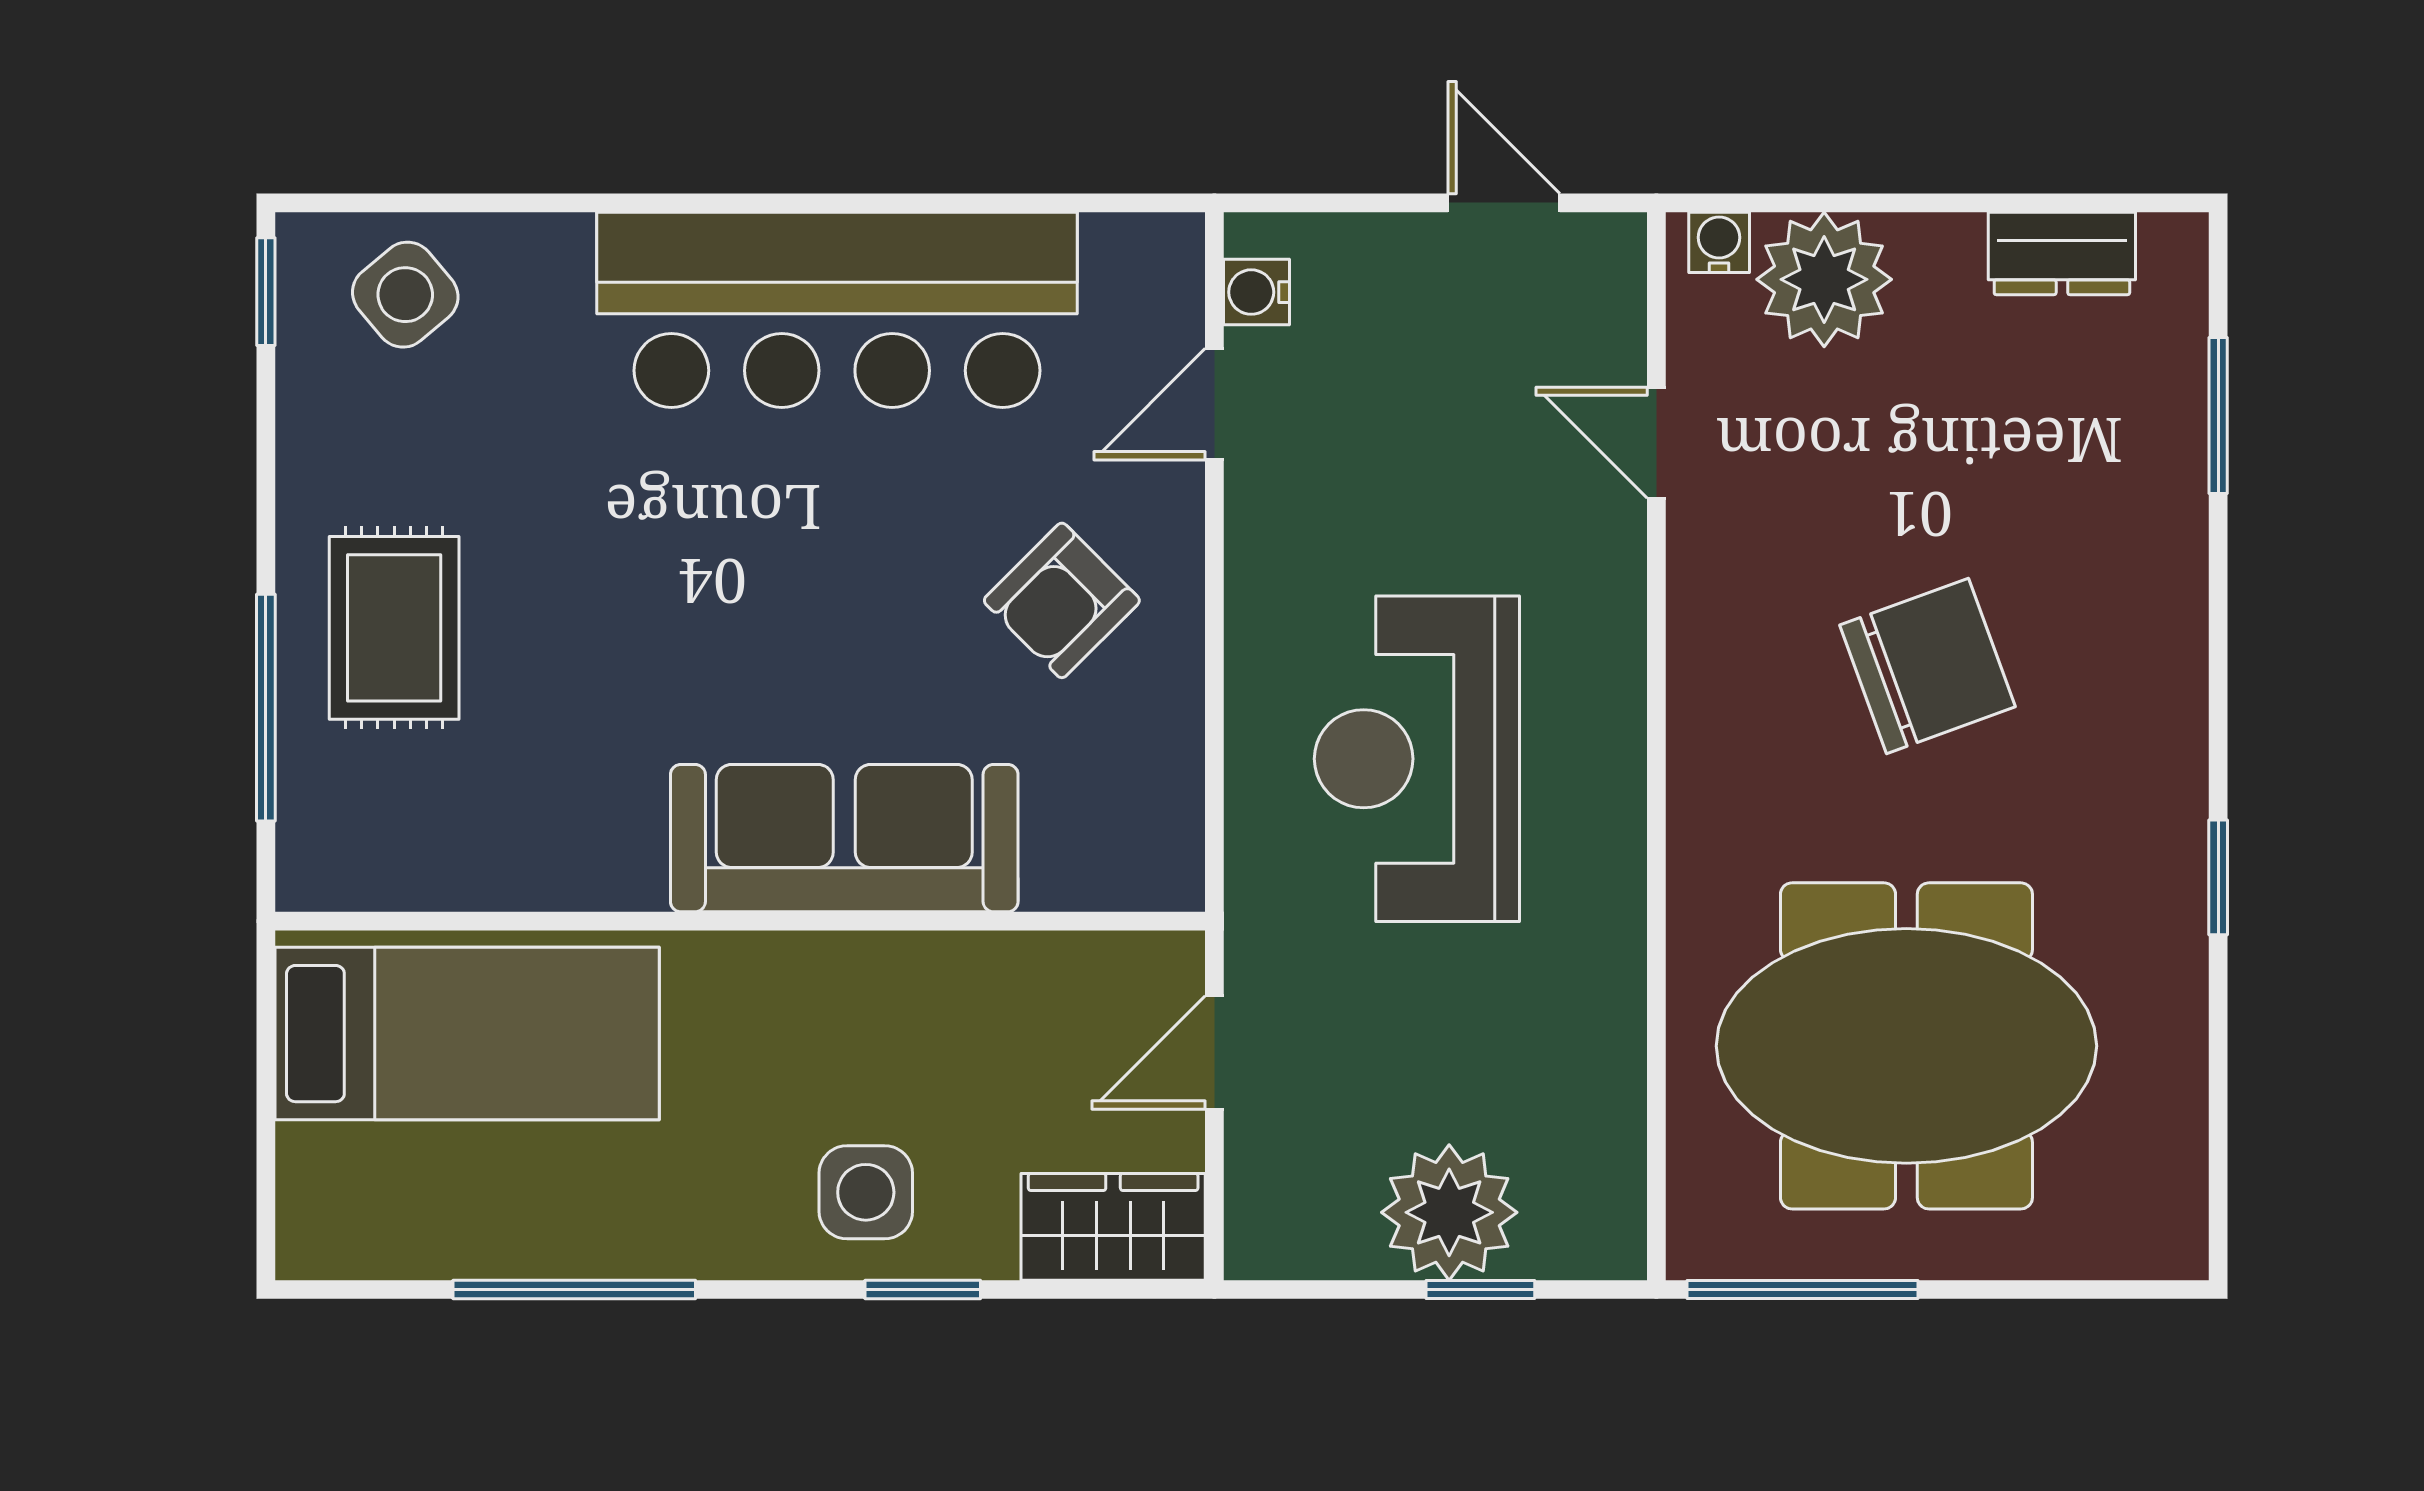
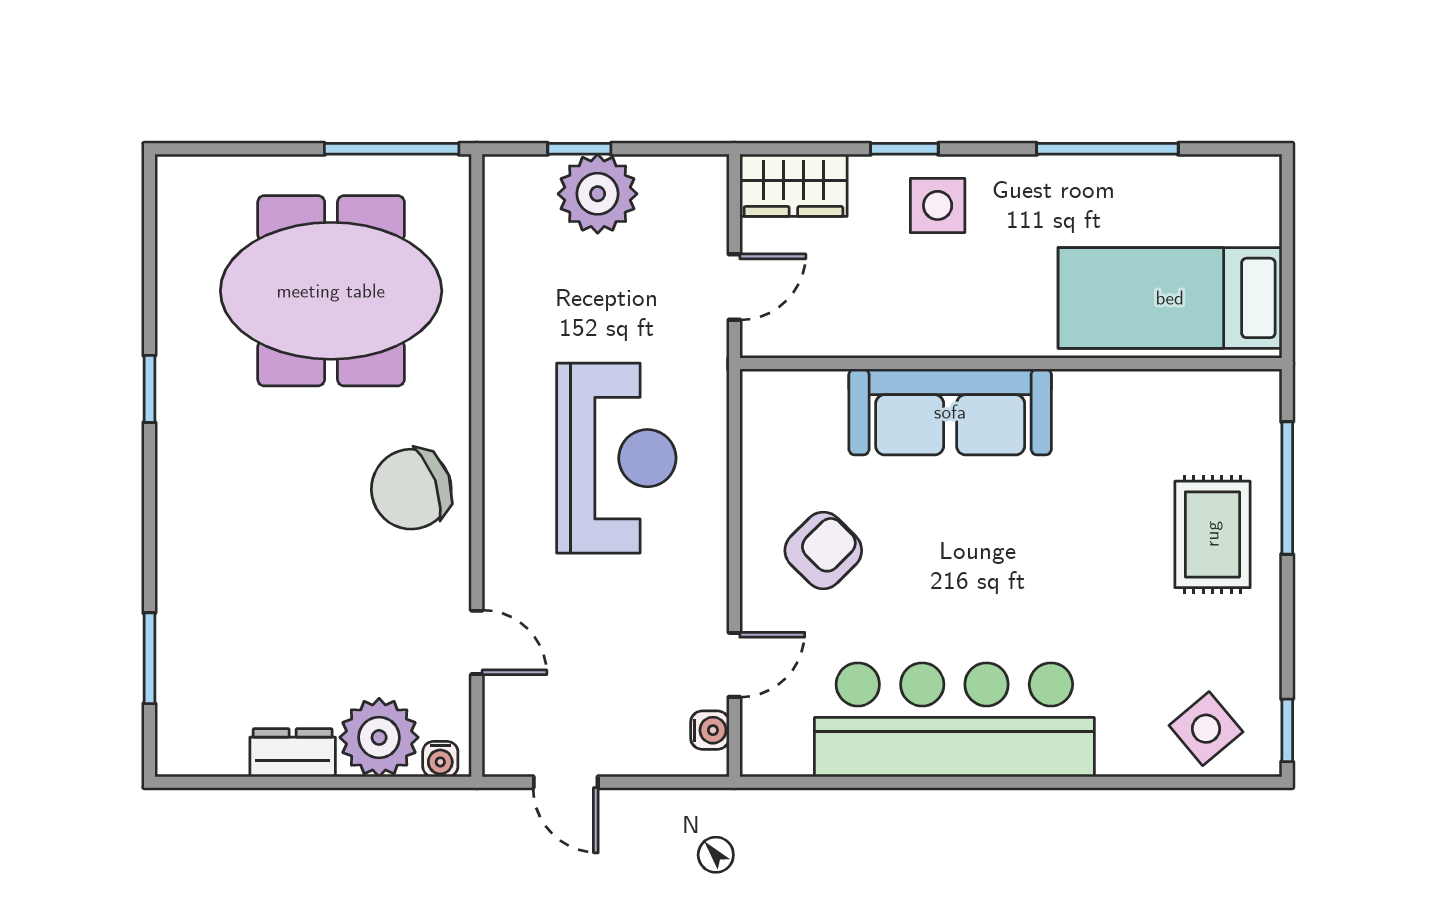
dresser: (2062, 253) -> (293, 753), moved
chair: (1927, 666) -> (411, 489), moved

